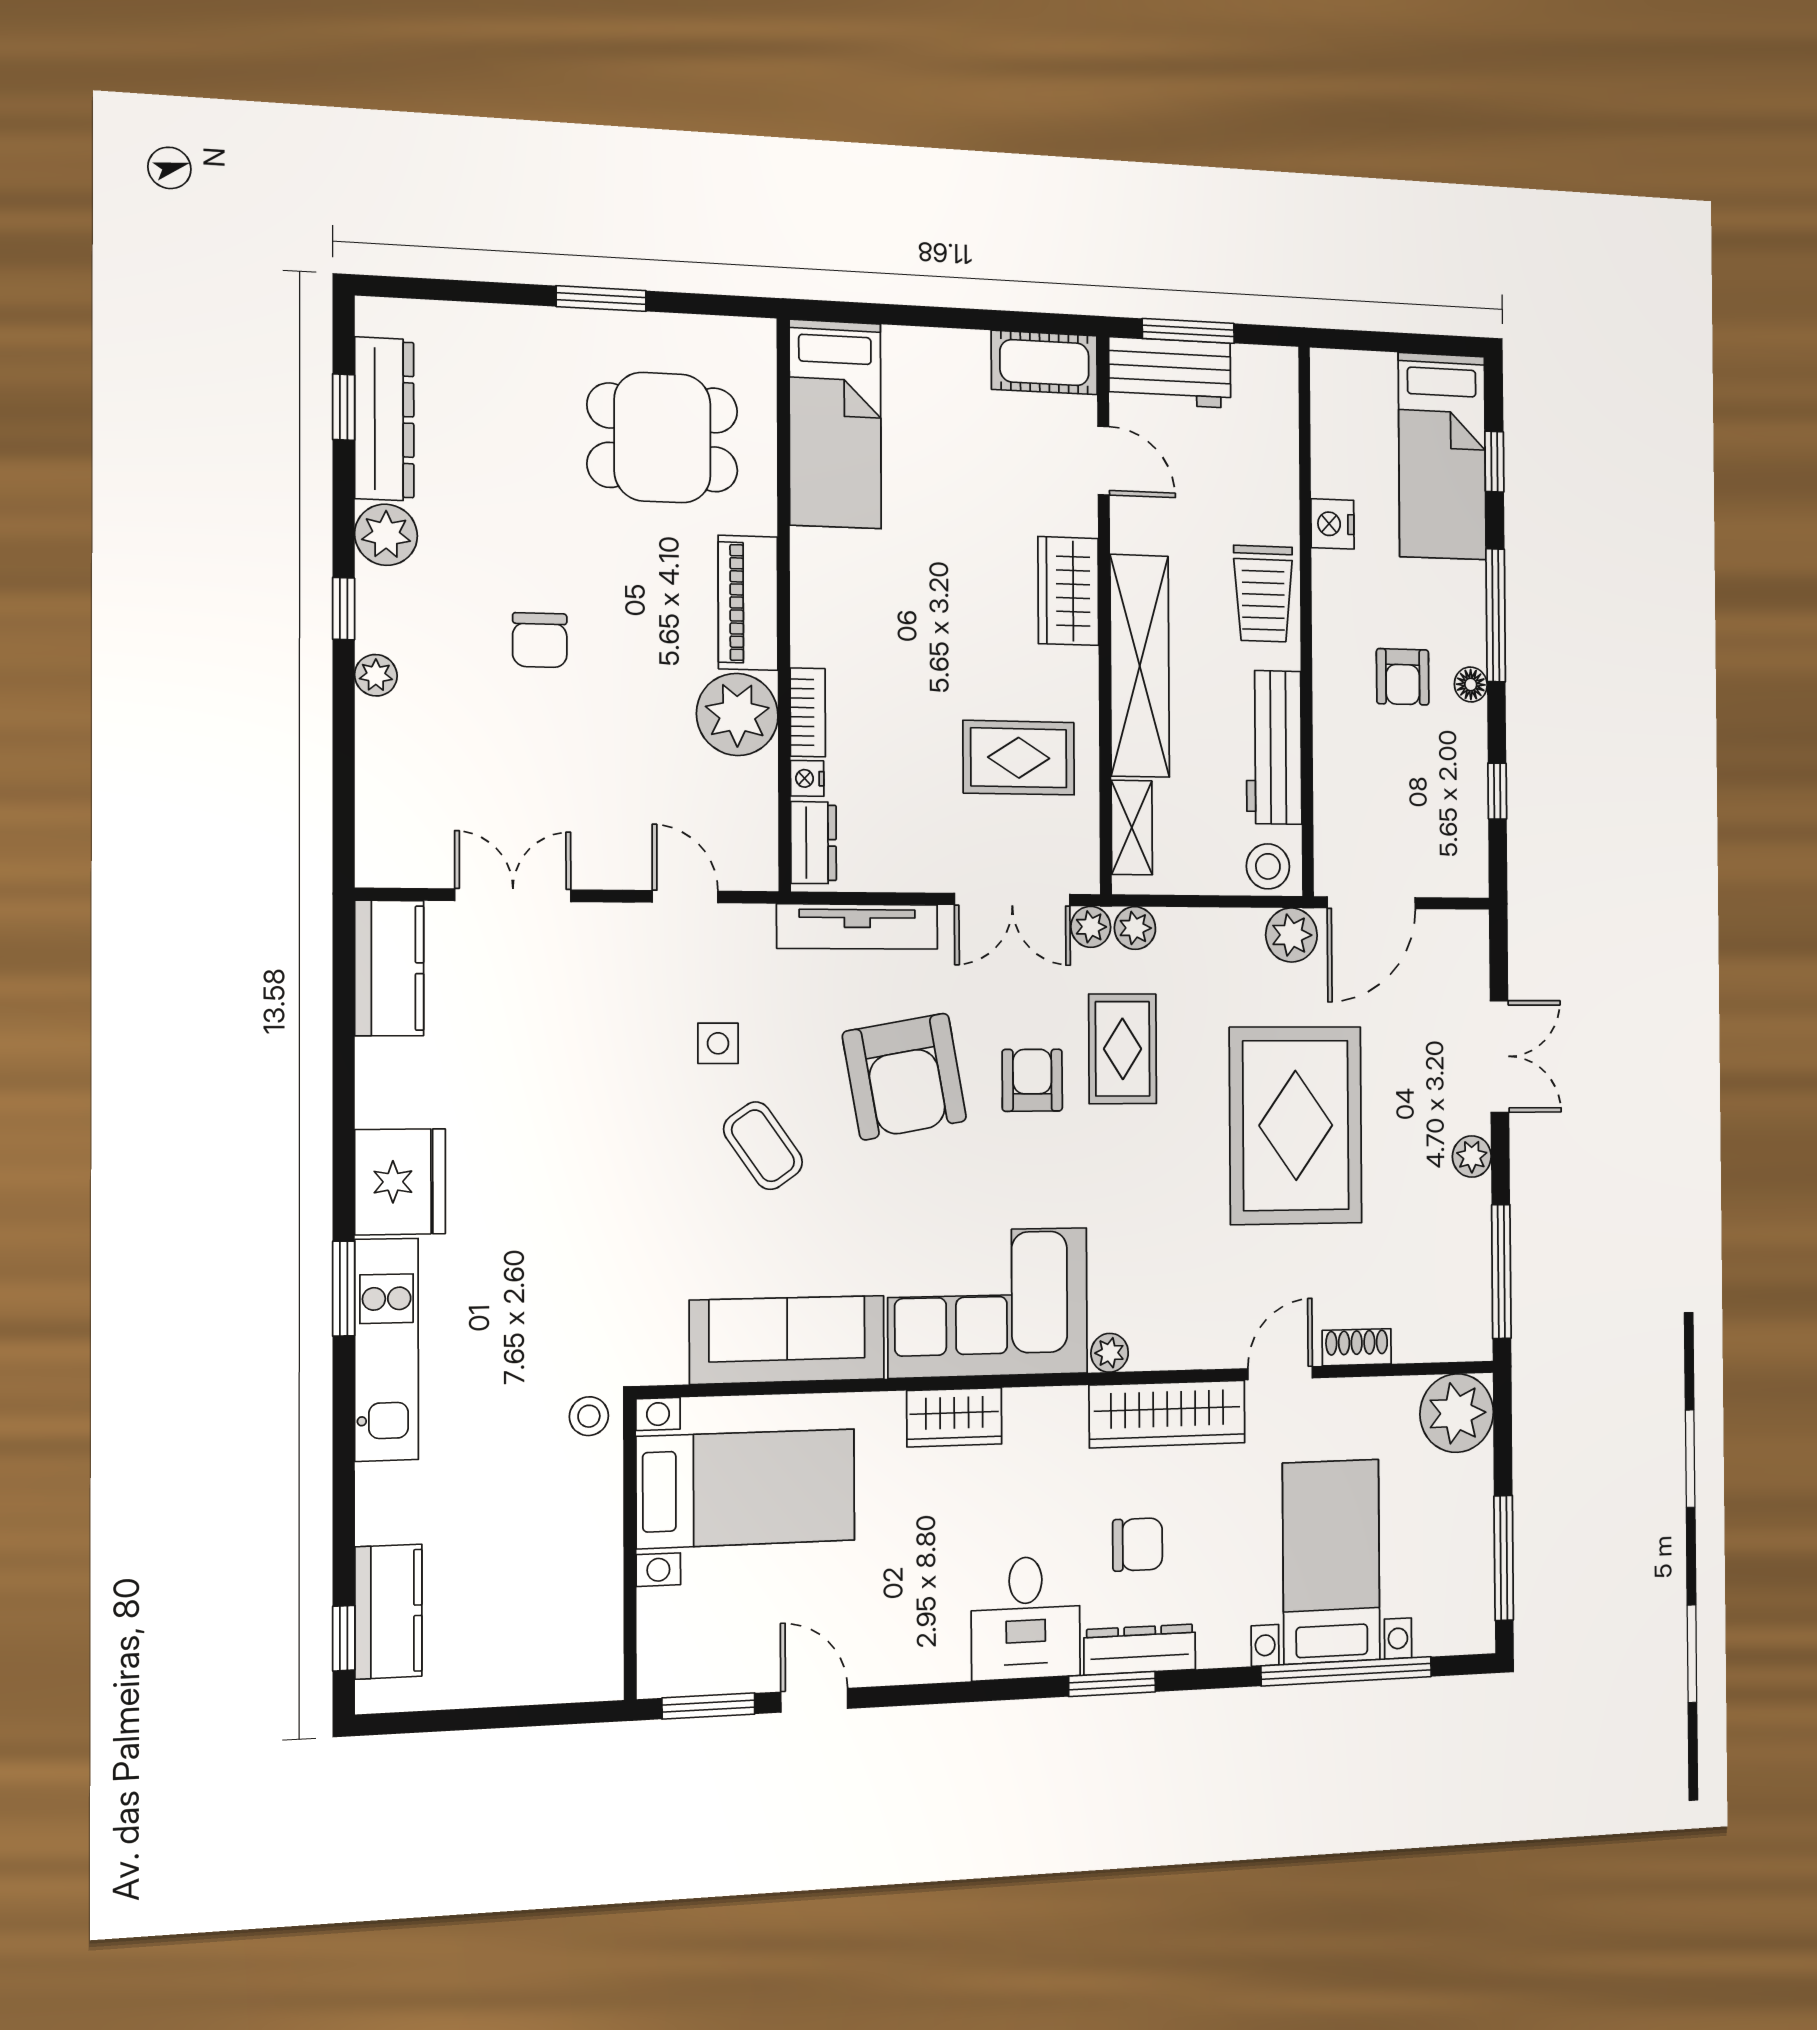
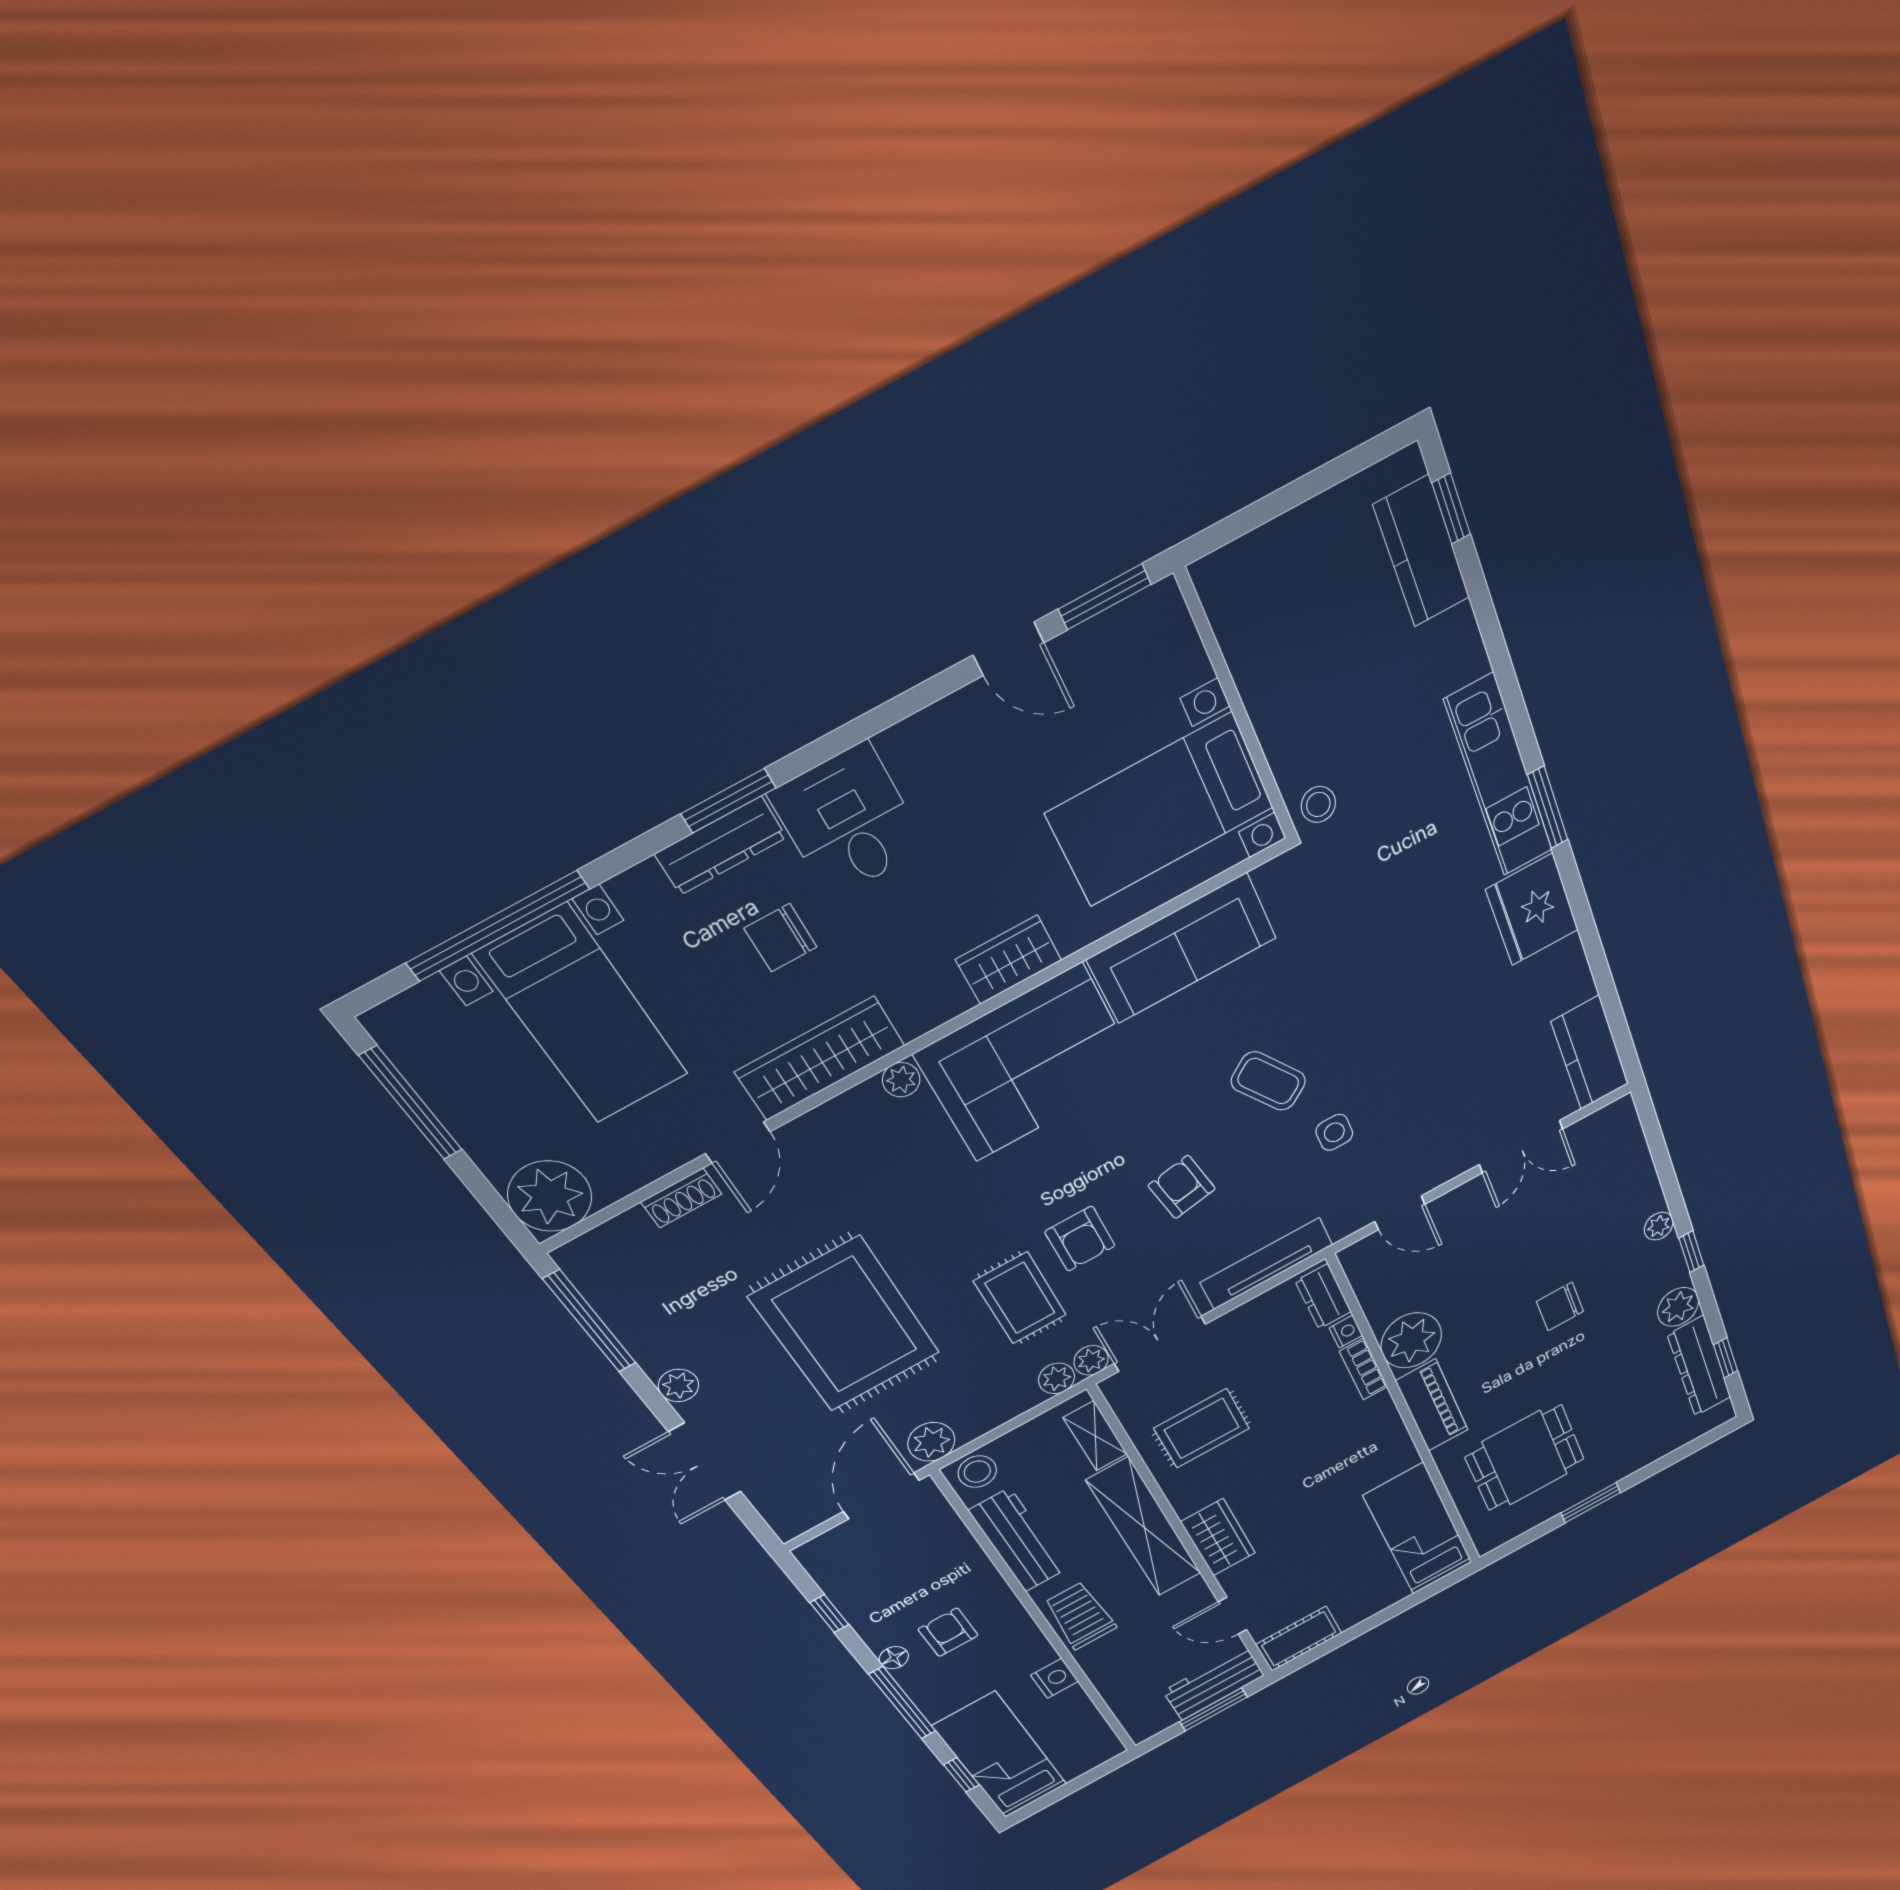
chair: (540, 640) -> (1560, 1306), turned -90
armchair: (904, 1076) -> (1182, 1187), width x0.53, depth x0.53

